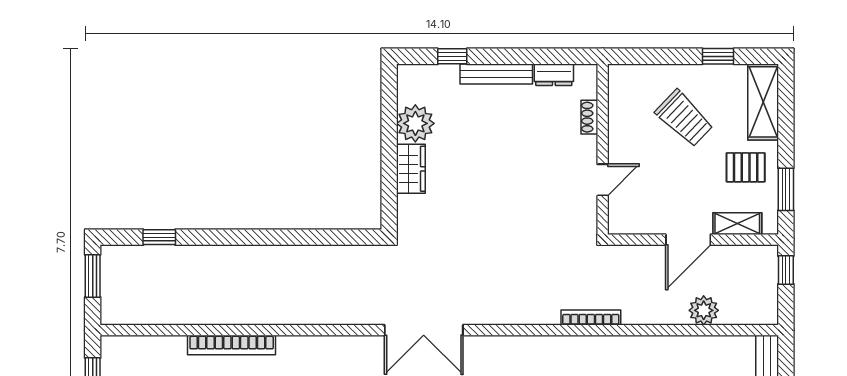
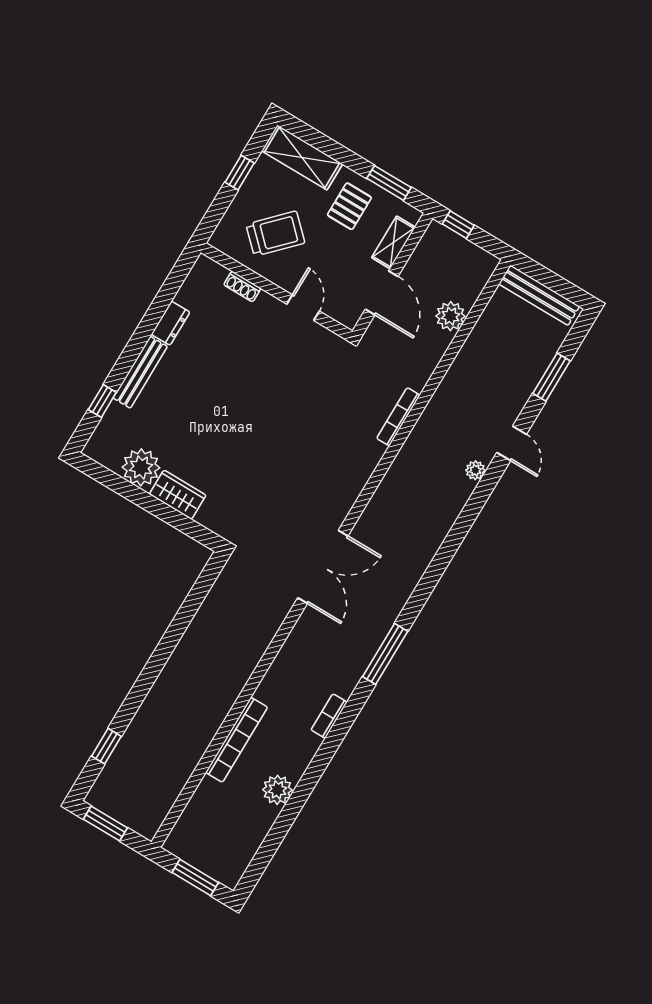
shoe rack: (589, 117) -> (242, 287), moved
wall: (603, 149) -> (277, 292), moved
door: (603, 180) -> (303, 308), moved

